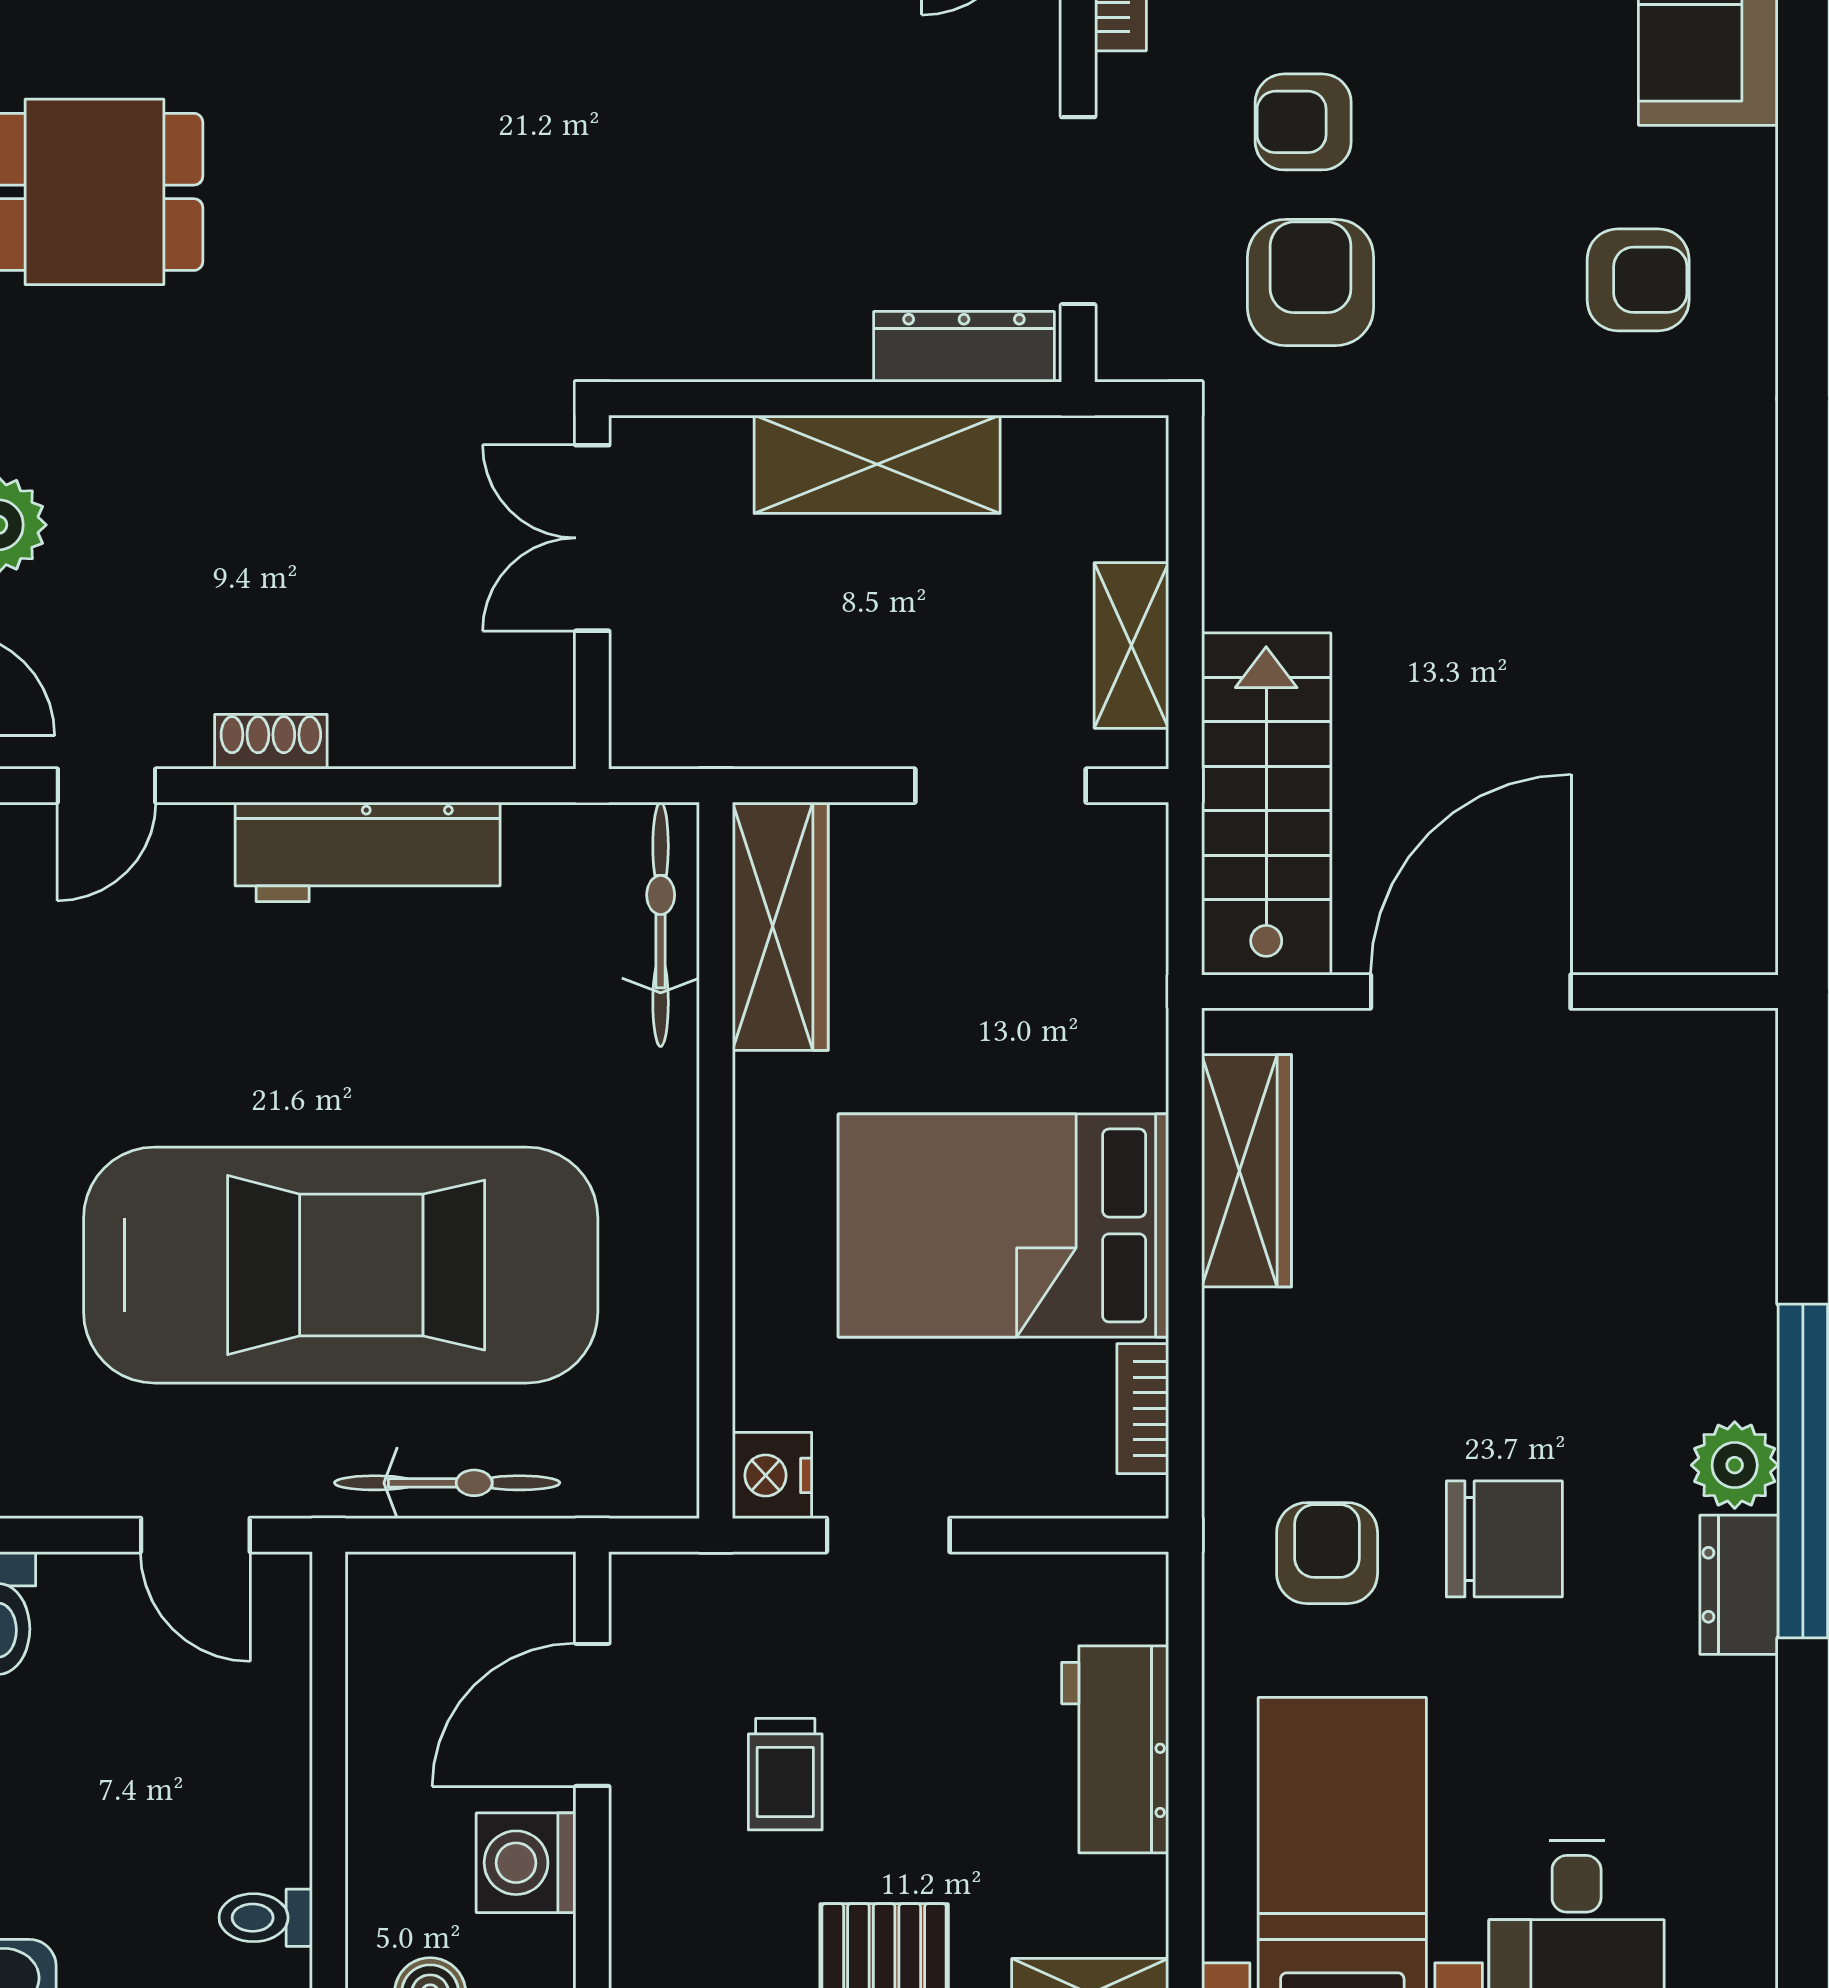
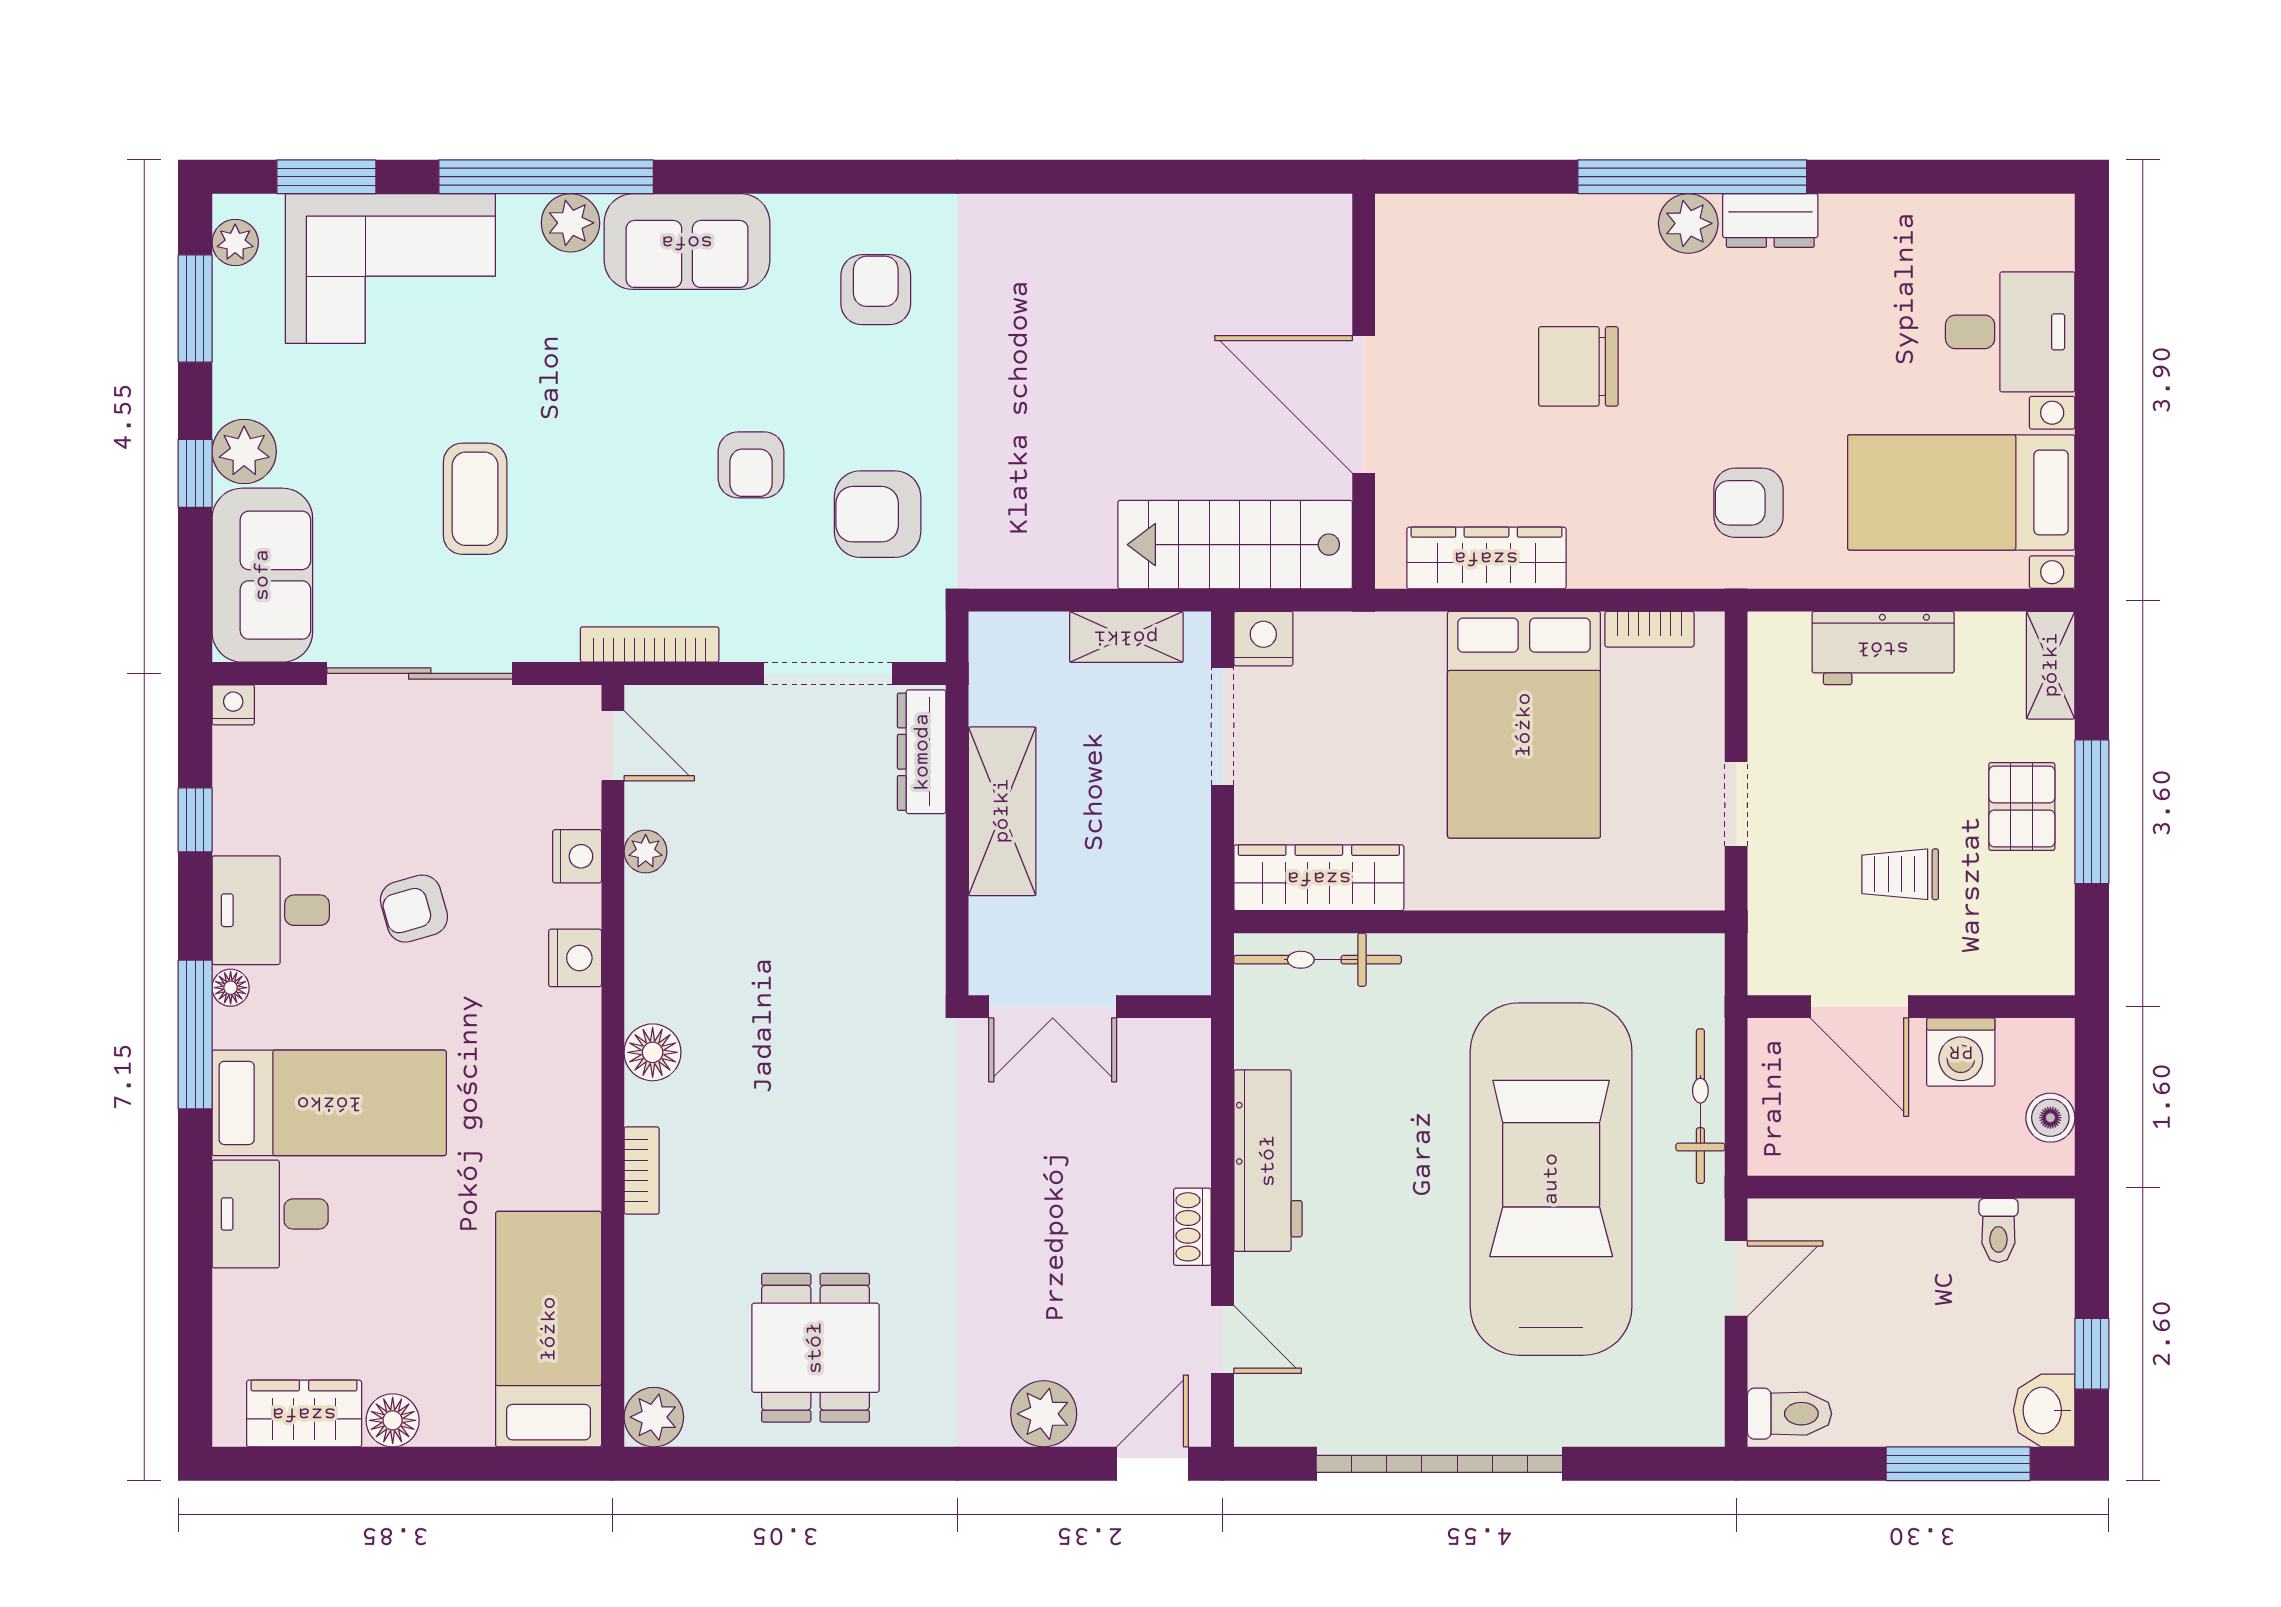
armchair: (1303, 122) -> (751, 465), moved
nightstand: (772, 1475) -> (1263, 639), moved, turned 180
chair: (1504, 1539) -> (1578, 366), moved, turned -90
trolley: (785, 1774) -> (1900, 874), turned 180

